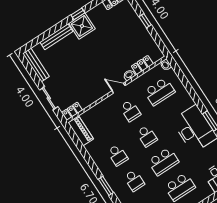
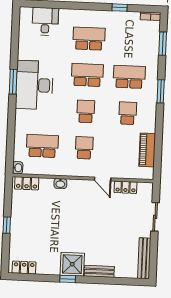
bench: (56, 37) -> (99, 271), width x0.73
locker: (142, 65) -> (27, 183), moved
door: (119, 88) -> (103, 179), moved
locker: (72, 111) -> (126, 187), moved
piano: (81, 131) -> (147, 150), moved
school desk: (134, 181) -> (129, 77), width x1.85

